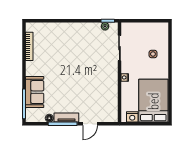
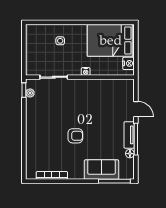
armchair: (66, 68) -> (75, 136), added

